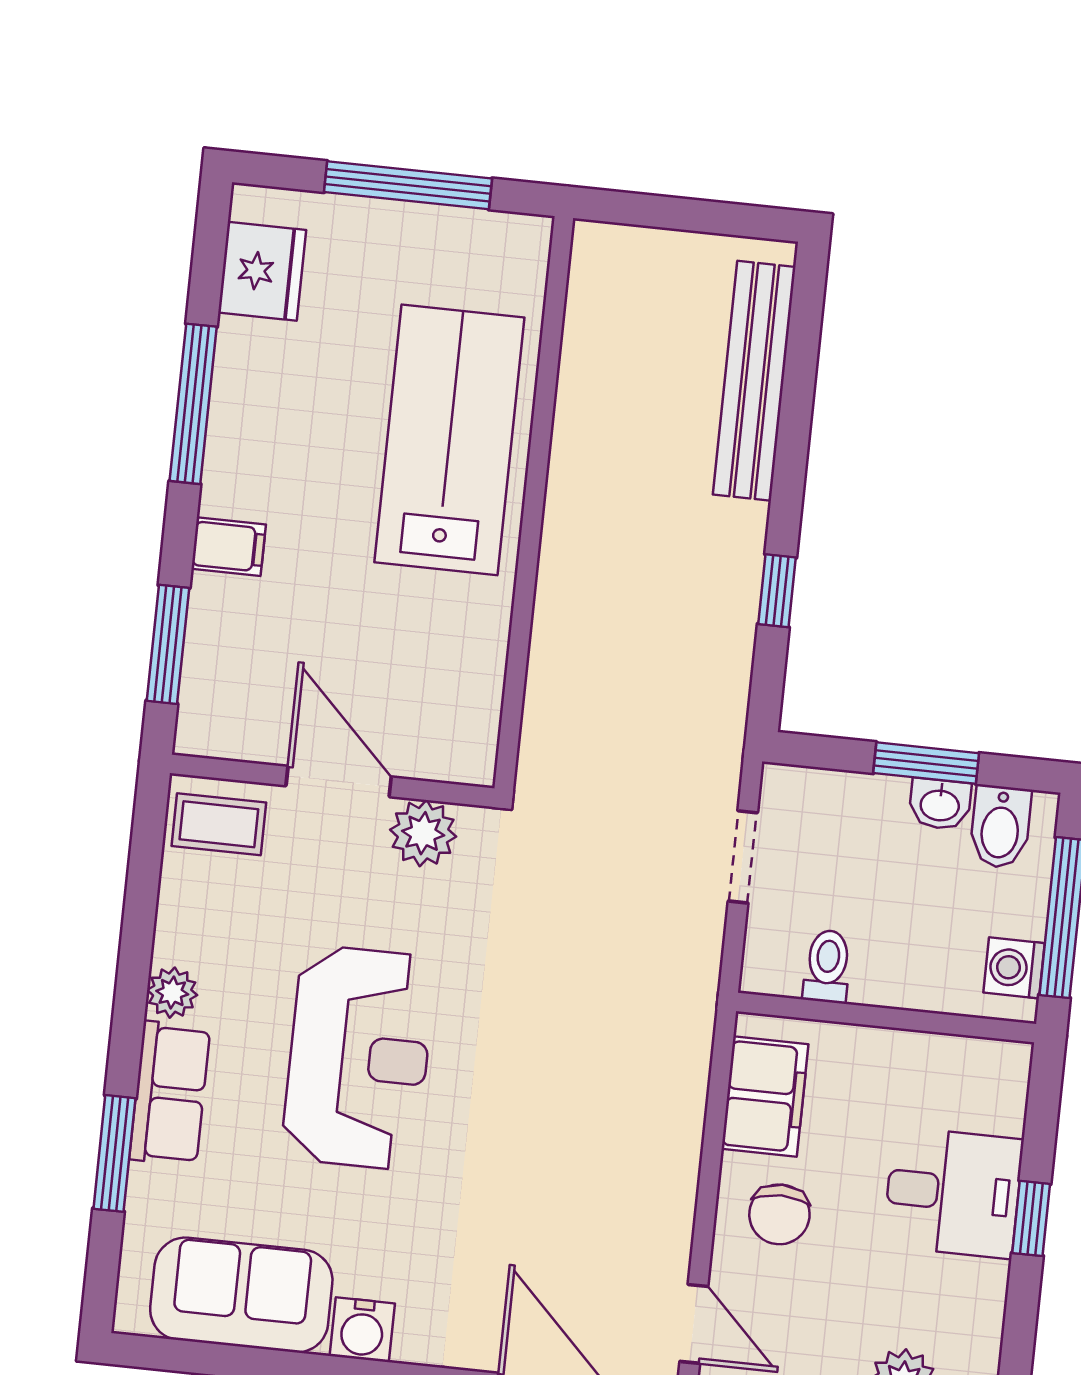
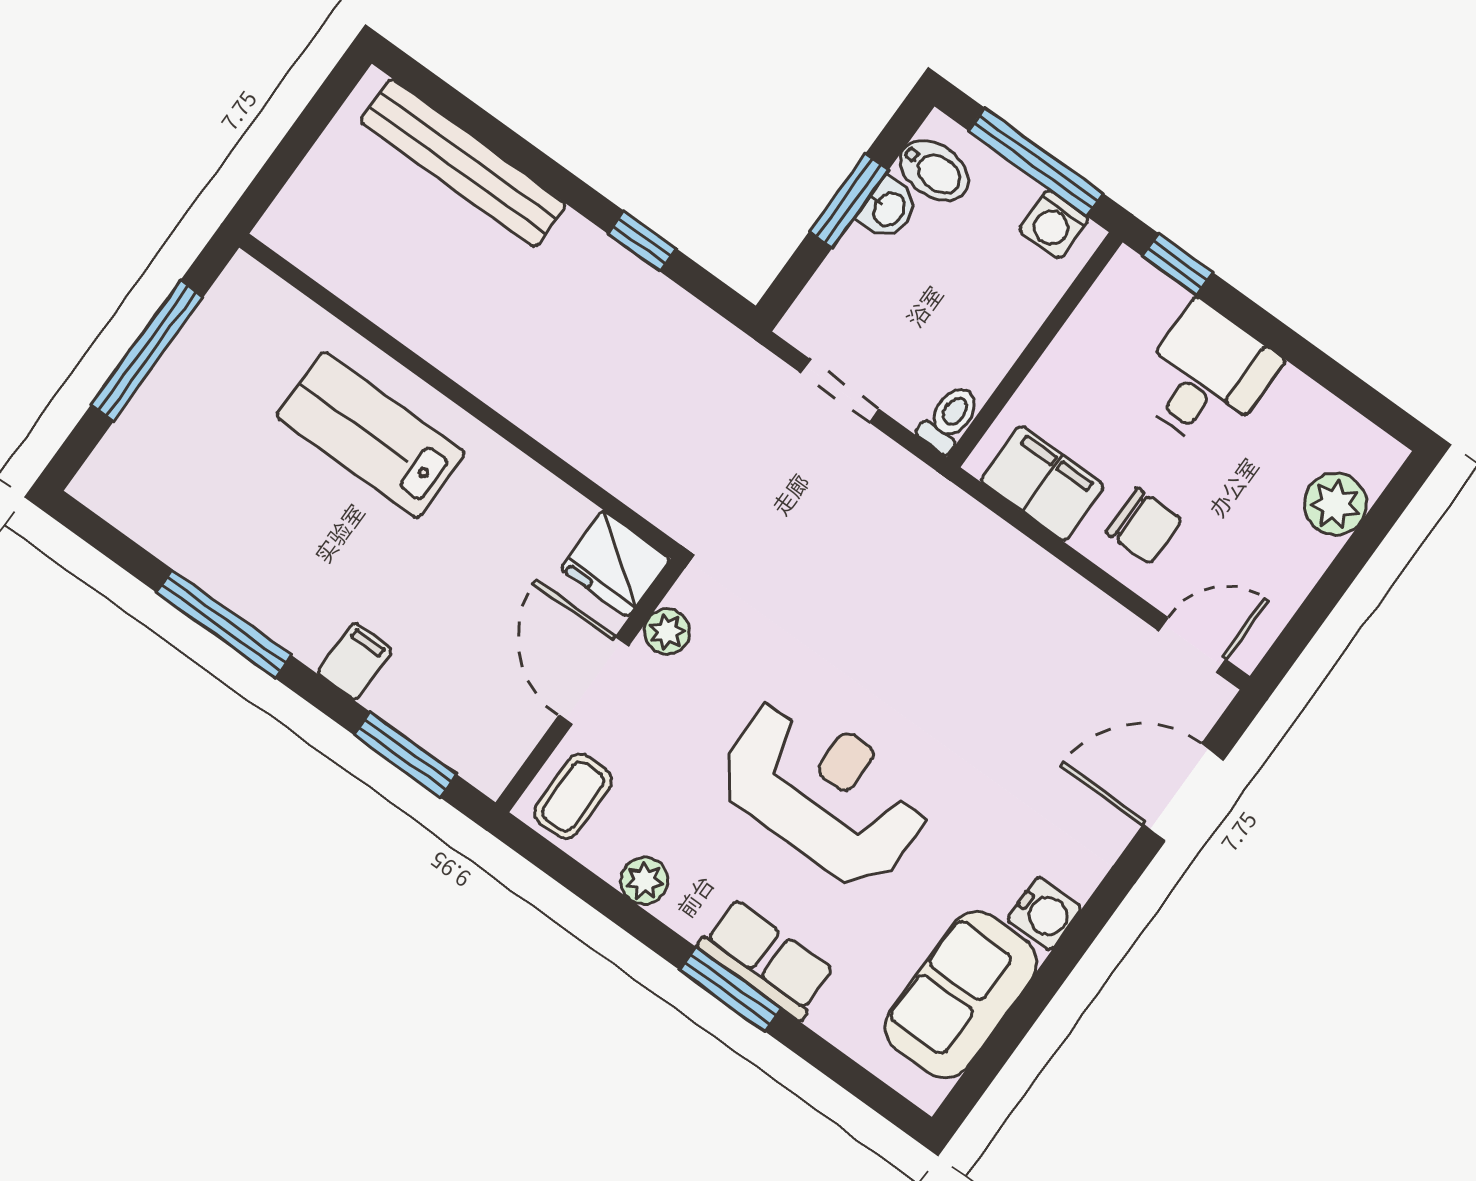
fridge: (262, 271) -> (615, 564), moved, turned 180
lab bench: (449, 440) -> (370, 435), width x0.73, depth x0.72
door: (339, 781) -> (594, 681), hinge flipped
plant: (423, 833) -> (667, 632), width x0.73, depth x0.73
toilet: (827, 966) -> (949, 419), moved, turned 90
plant: (172, 993) -> (644, 881), moved
window: (114, 1153) -> (730, 989), moved
window: (1031, 1218) -> (1177, 264), moved

